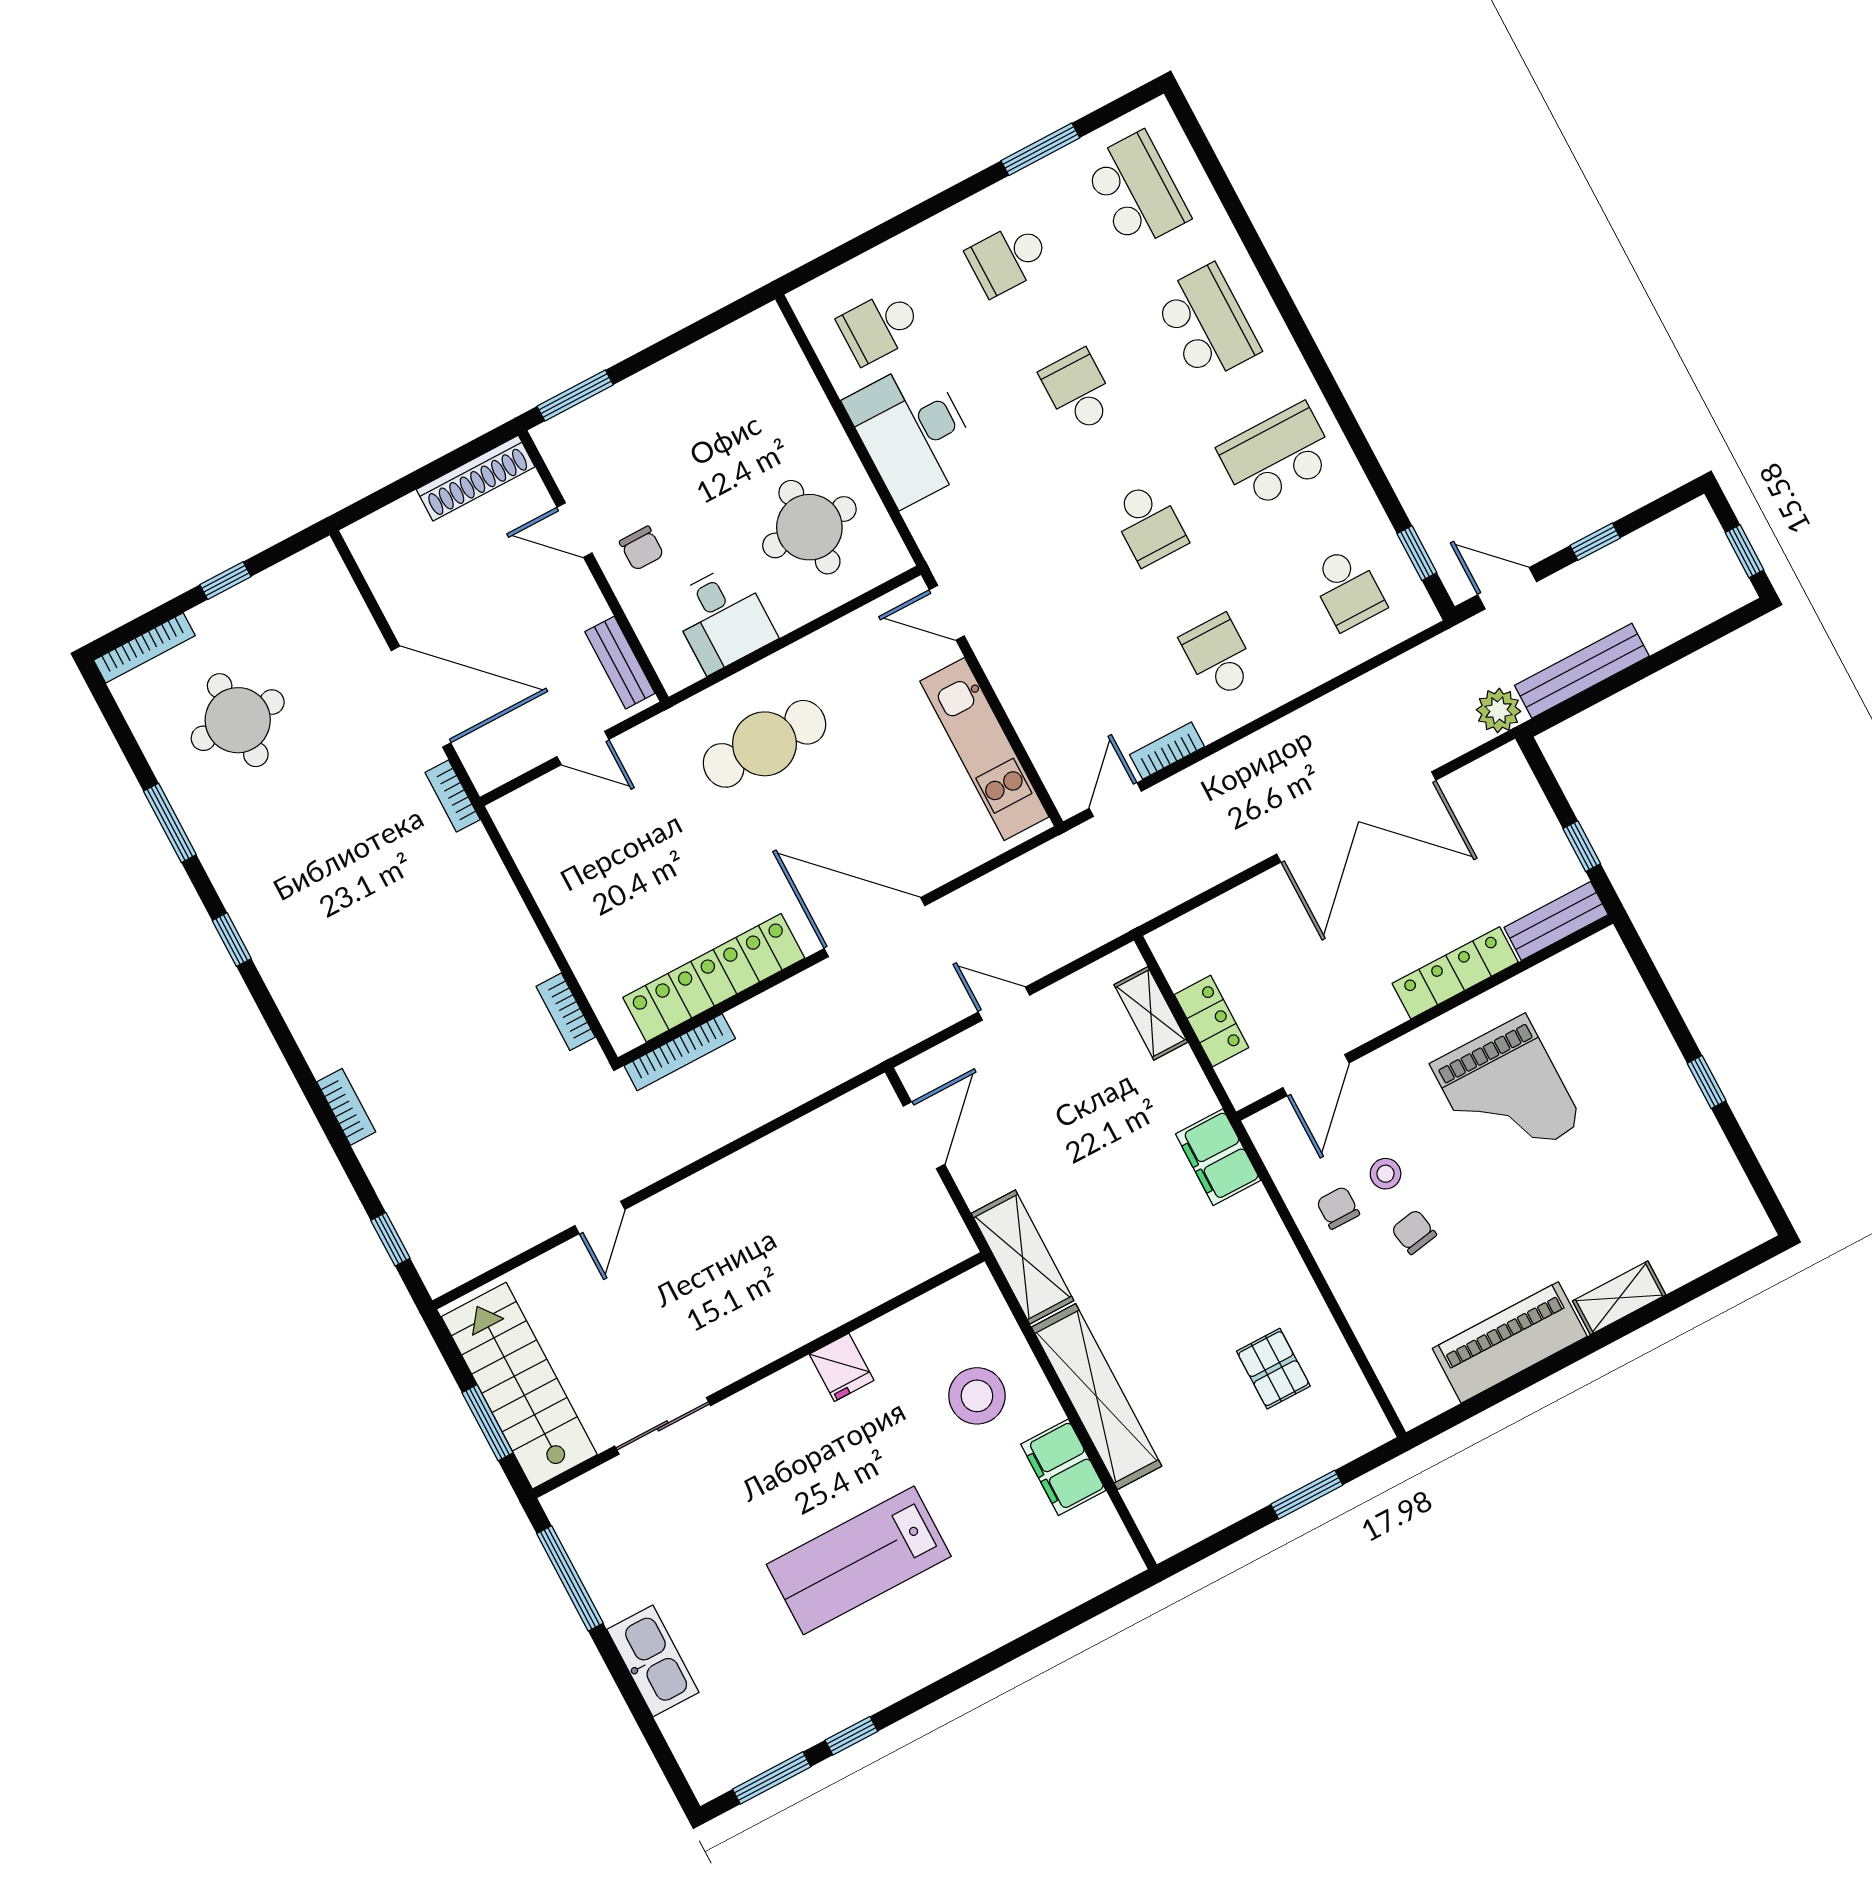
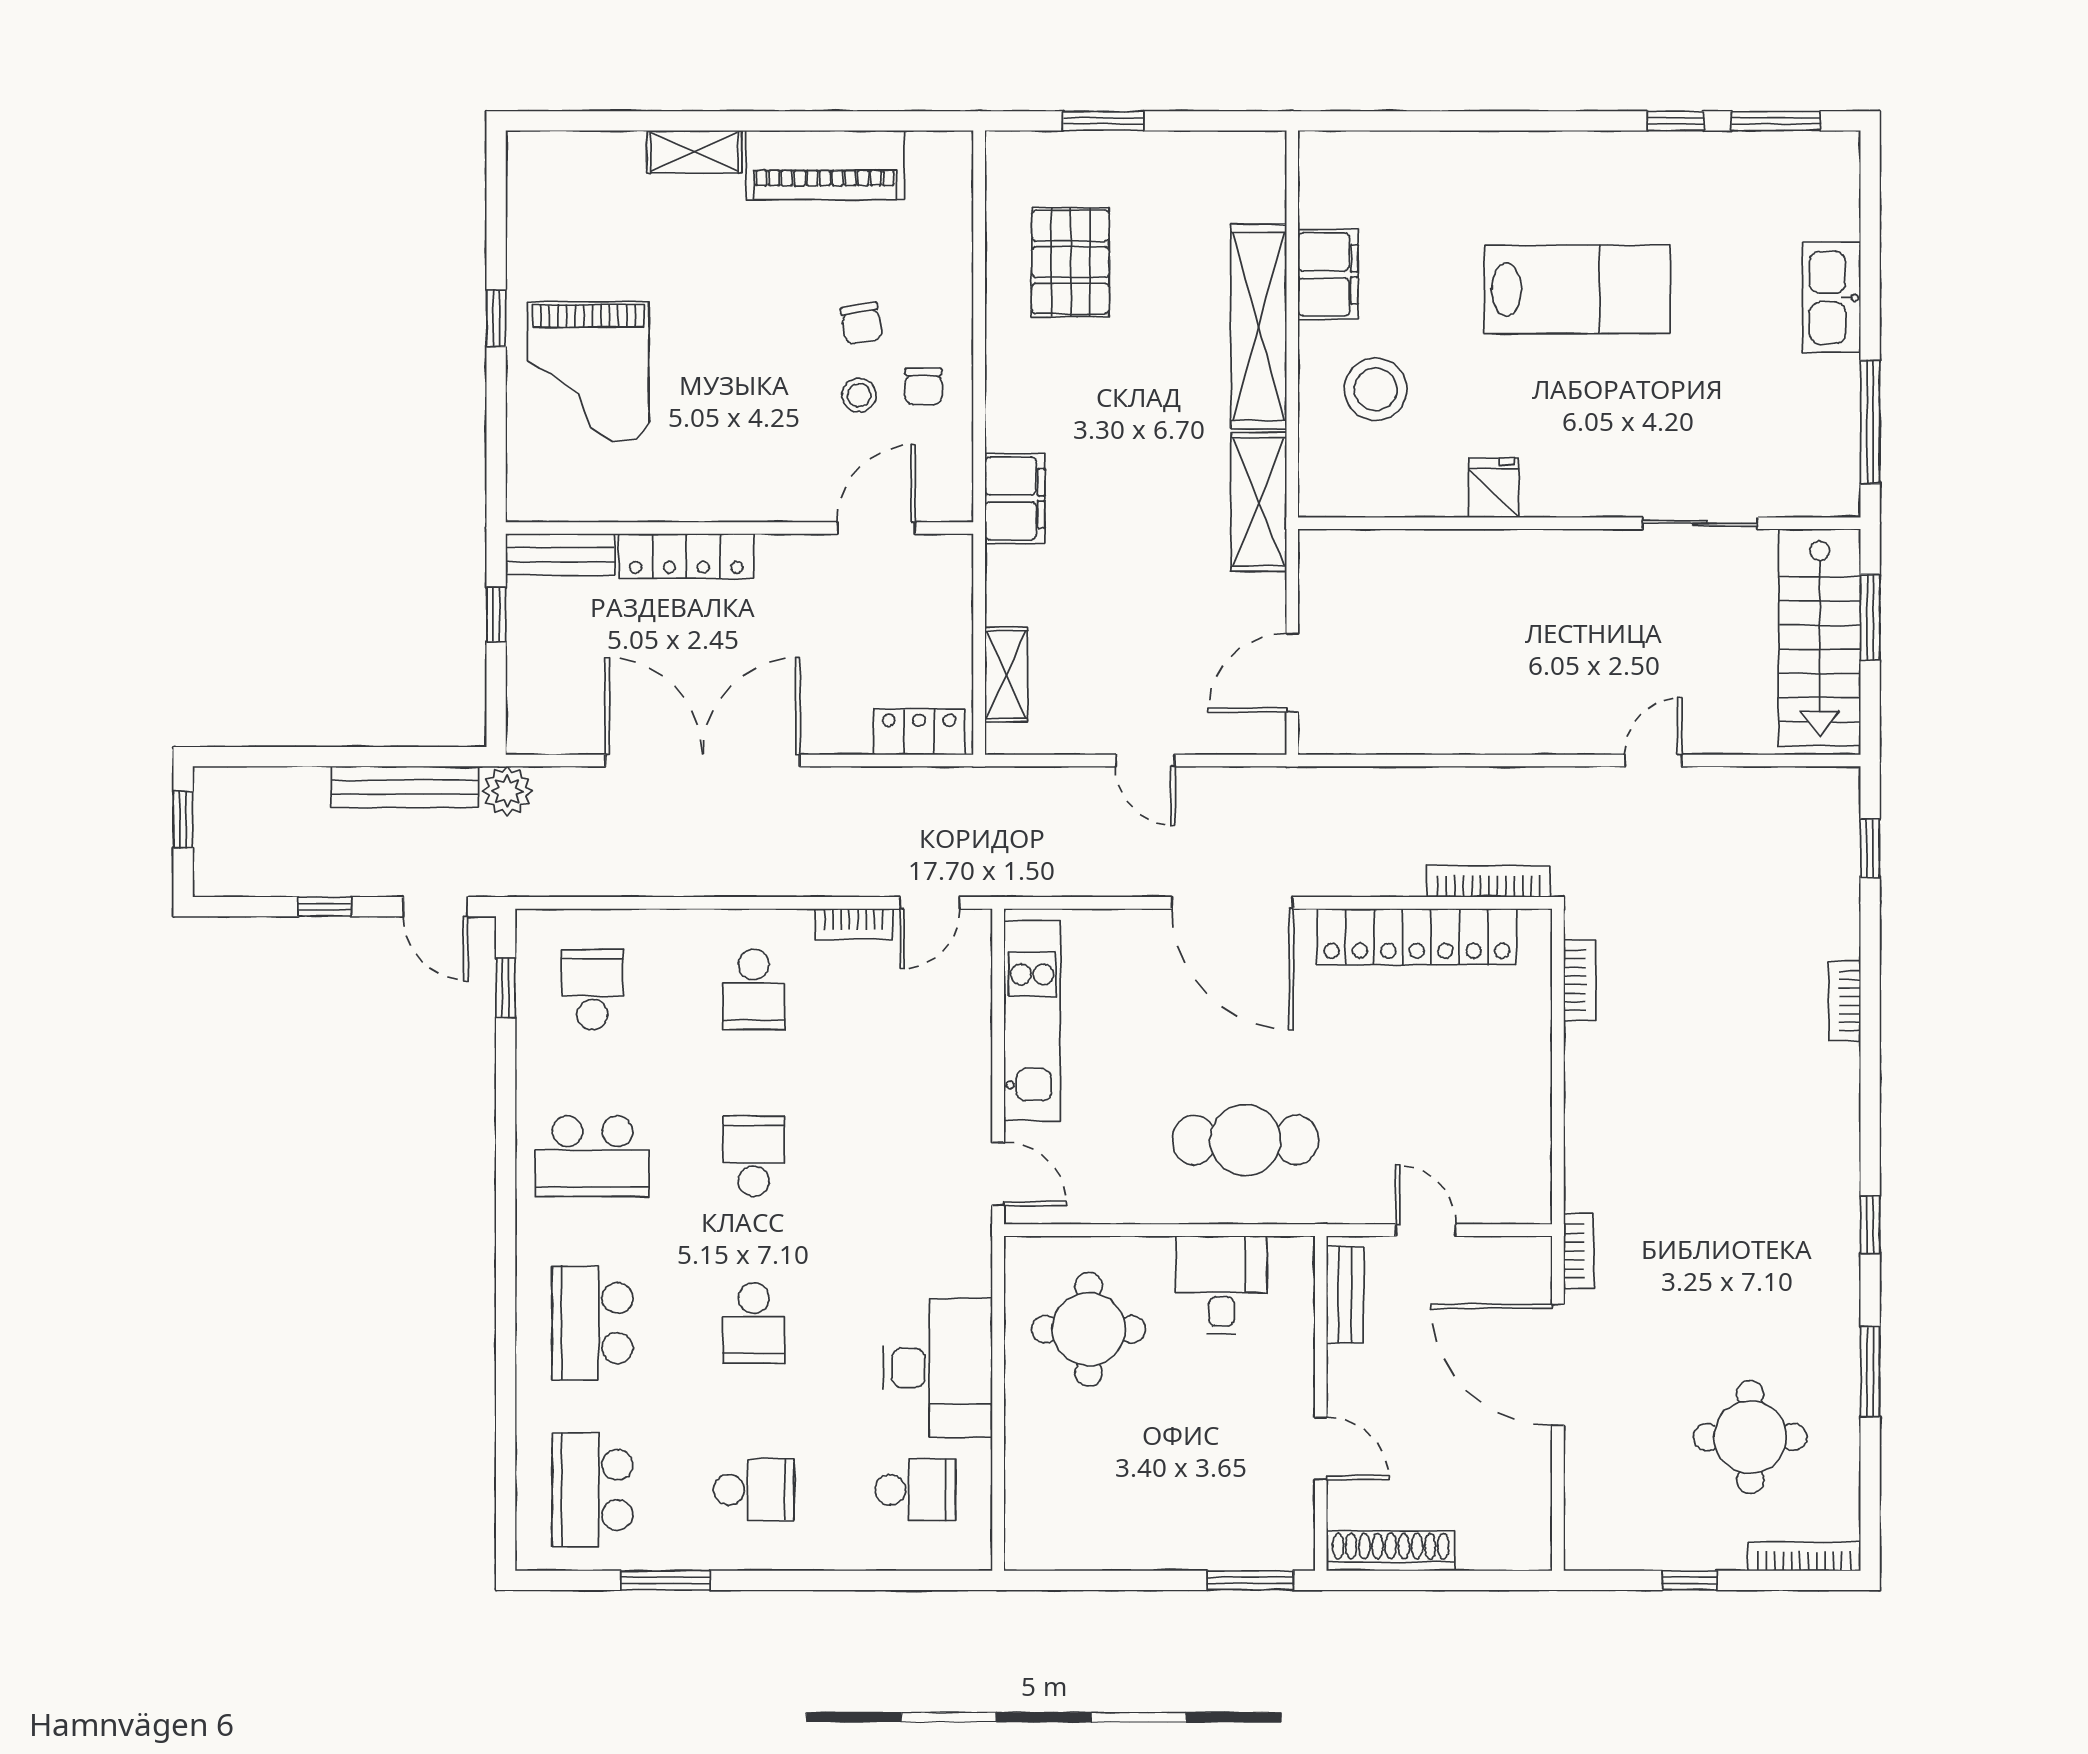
chair: (642, 548) -> (1264, 1396), removed
locker: (1212, 1021) -> (919, 732), moved, turned 90
grand piano: (1507, 1094) -> (588, 372), moved, turned 180
pallet: (1273, 1369) -> (1070, 262), width x1.50, depth x1.42

